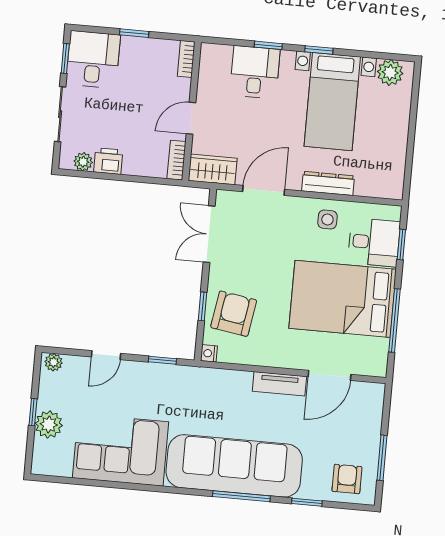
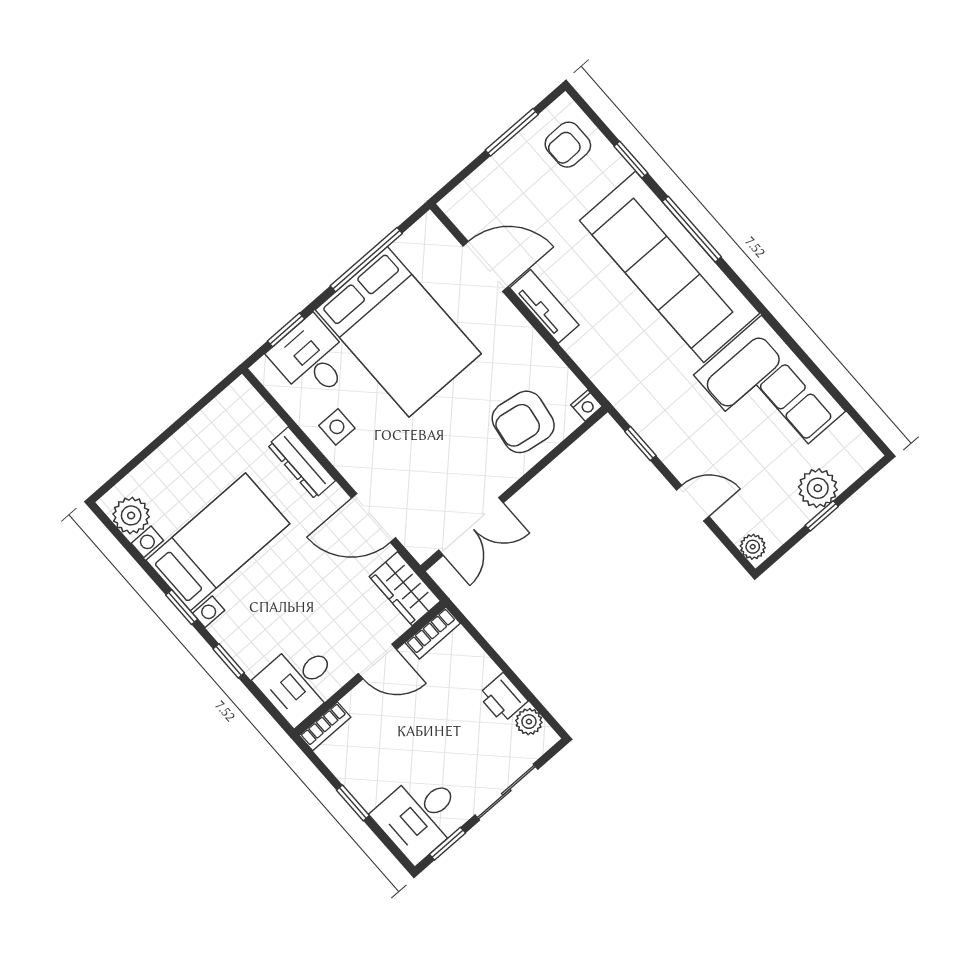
desk: (255, 72) -> (299, 682), moved
window: (203, 306) -> (548, 459), removed

